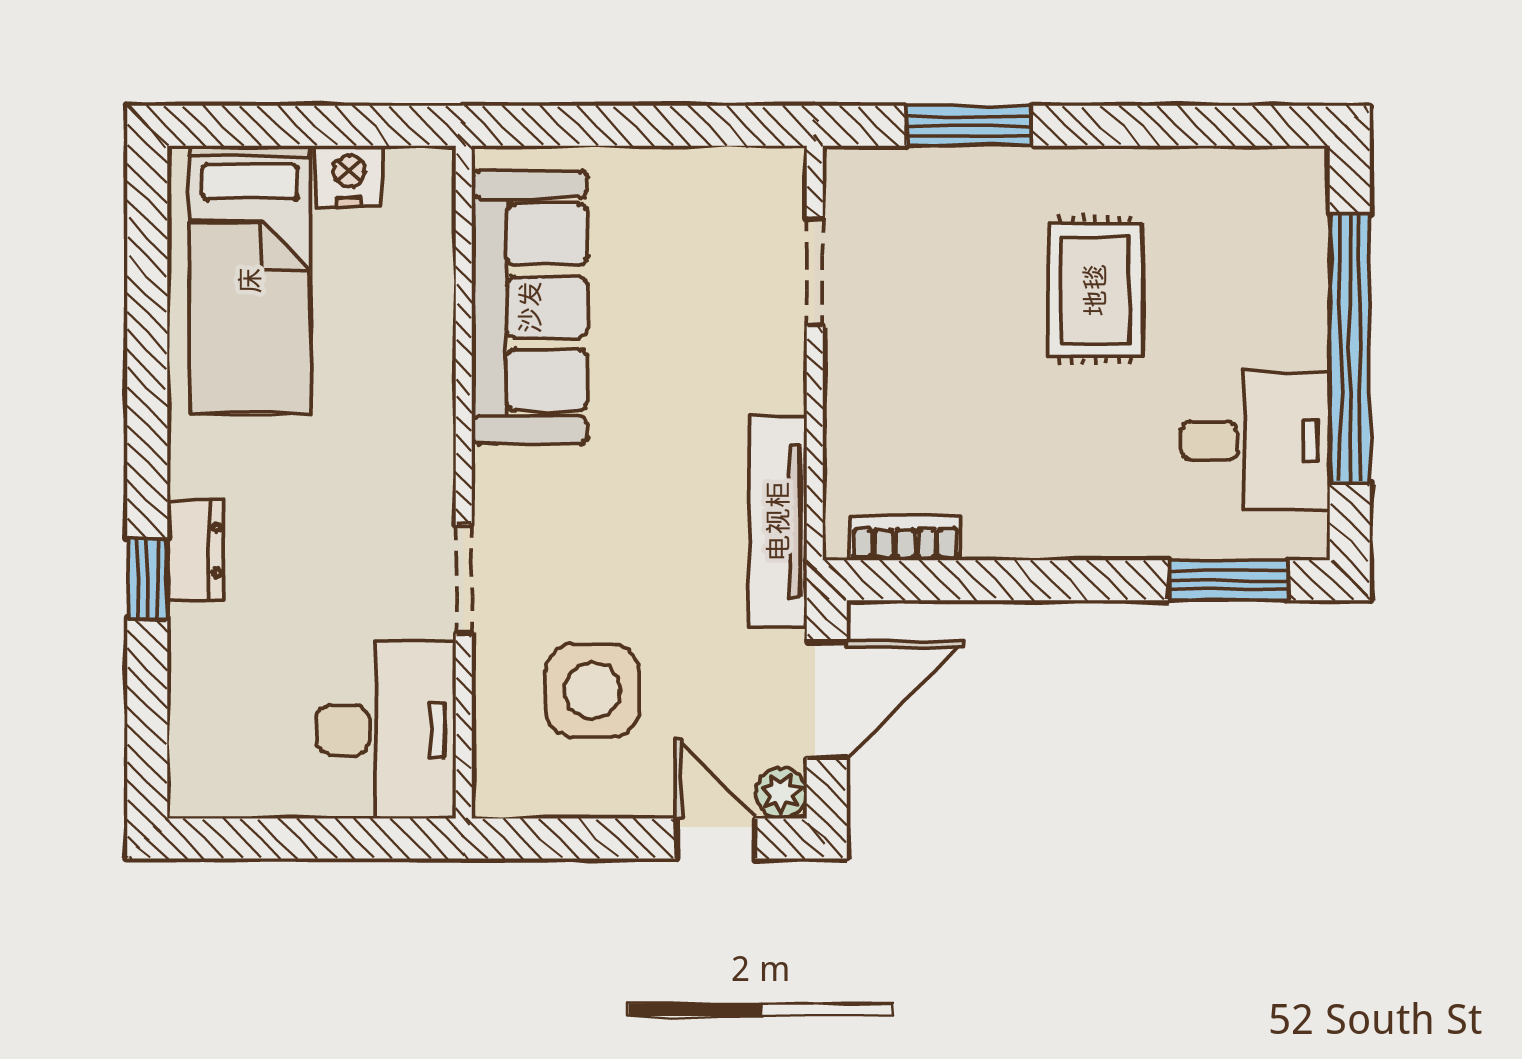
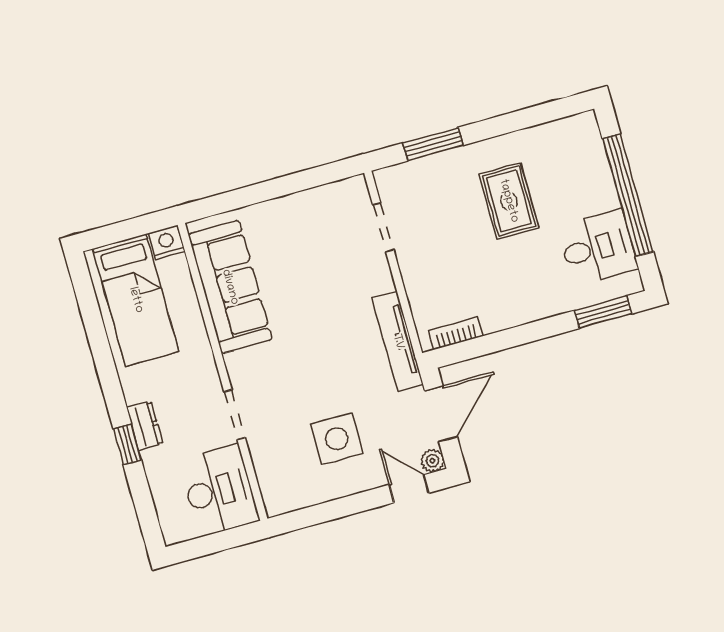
sofa: (530, 307) -> (230, 287), moved
wall: (464, 482) -> (223, 372), moved
doorway: (464, 579) -> (234, 415), moved
desk: (386, 730) -> (219, 490), moved

